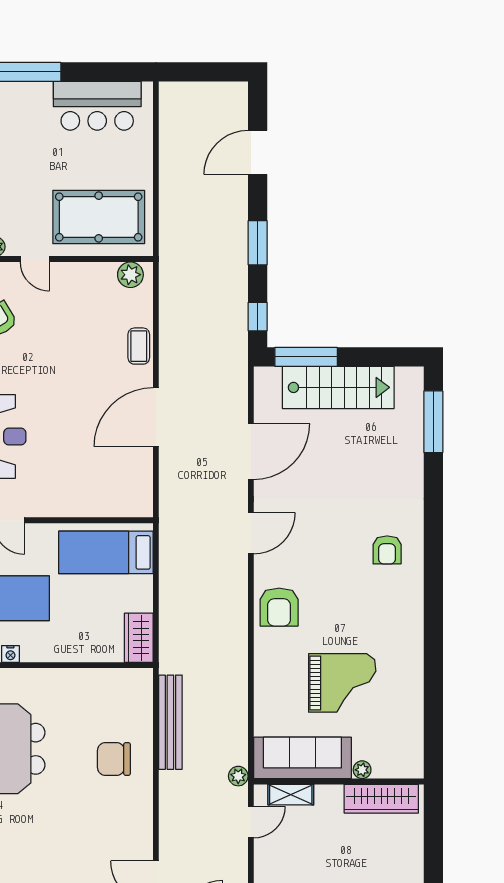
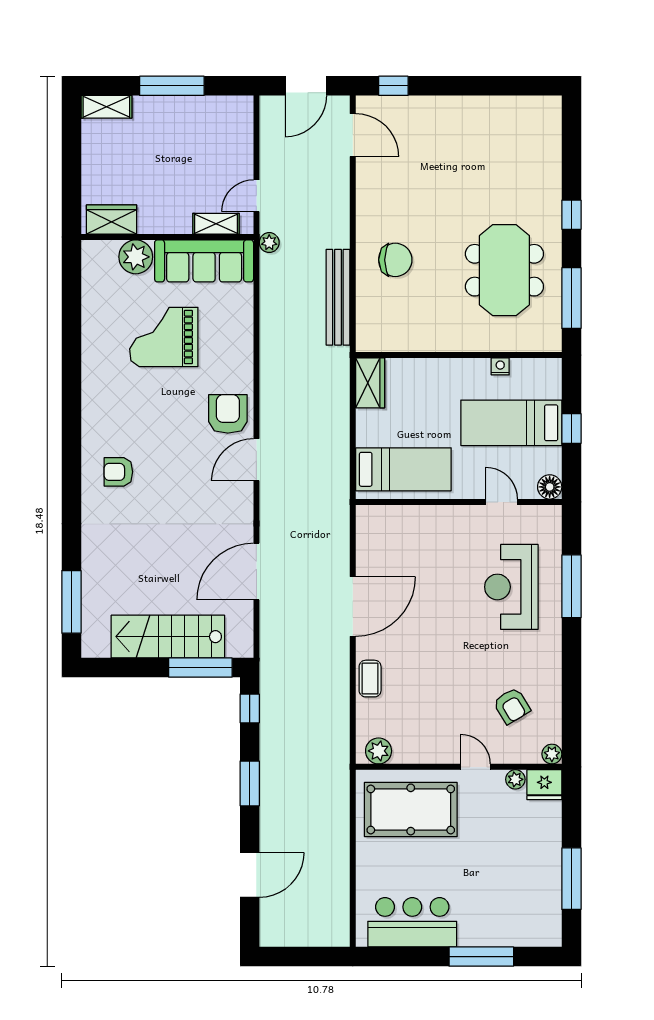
door: (251, 533) -> (256, 460), moved
armchair: (387, 550) -> (118, 472), turned -90
plant: (362, 770) -> (136, 257), width x1.87, depth x1.87
wardrobe: (381, 799) -> (112, 220), width x0.67

